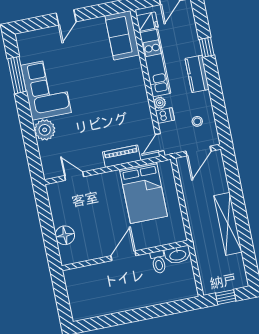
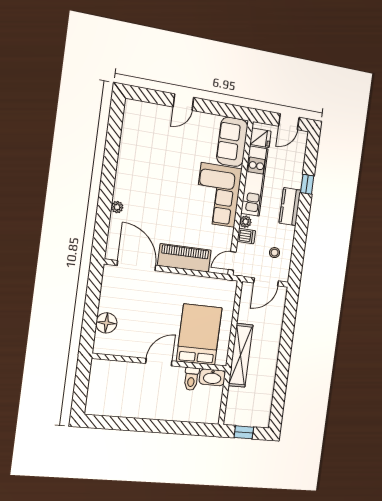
window: (17, 75) -> (113, 141), removed
corner sofa: (46, 89) -> (218, 195), moved, turned 180
plant: (45, 130) -> (117, 207), width x0.53, depth x0.53
piano: (122, 156) -> (184, 258), width x1.37, depth x1.33
door: (74, 176) -> (137, 266), width x1.88
bed: (143, 193) -> (199, 334), moved, turned 180
shelving: (228, 224) -> (241, 355), moved

